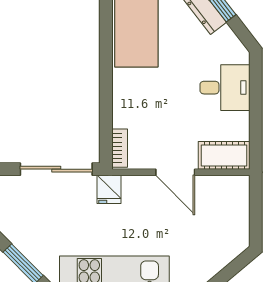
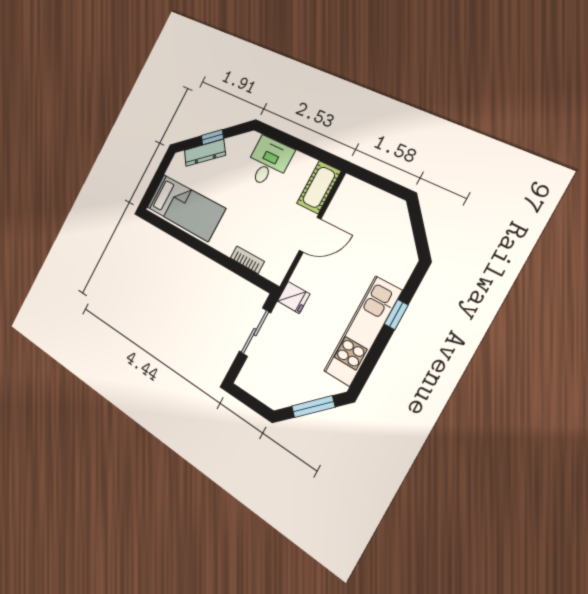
bookcase: (120, 148) -> (247, 260), moved
sliding door: (56, 169) -> (255, 332), width x0.73

